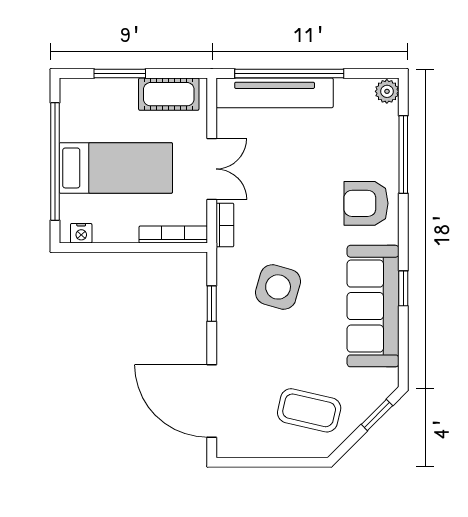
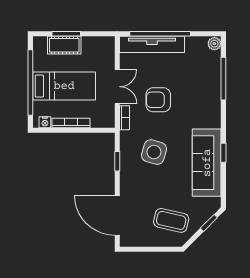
cot: (169, 94) -> (64, 45), moved
armchair: (366, 203) -> (158, 100), moved
bookcase: (173, 235) -> (71, 123), moved

